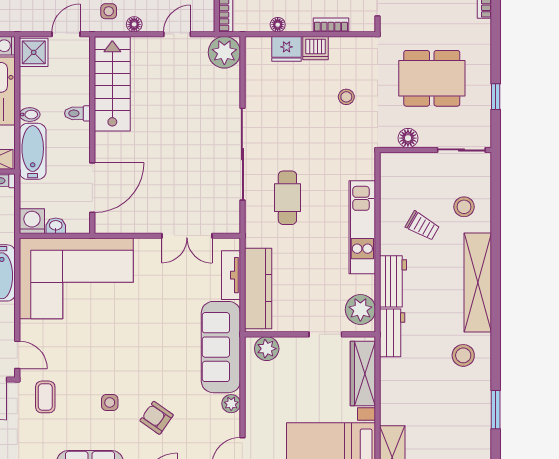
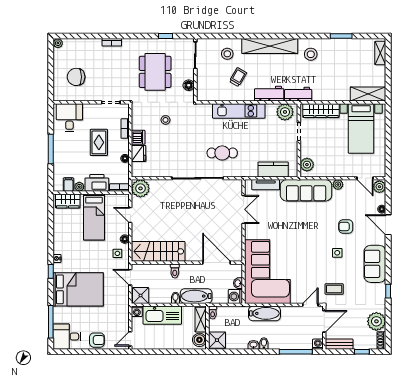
kitchen counter: (258, 288) -> (273, 169), width x0.67
armchair: (157, 418) -> (346, 226), turned 55

